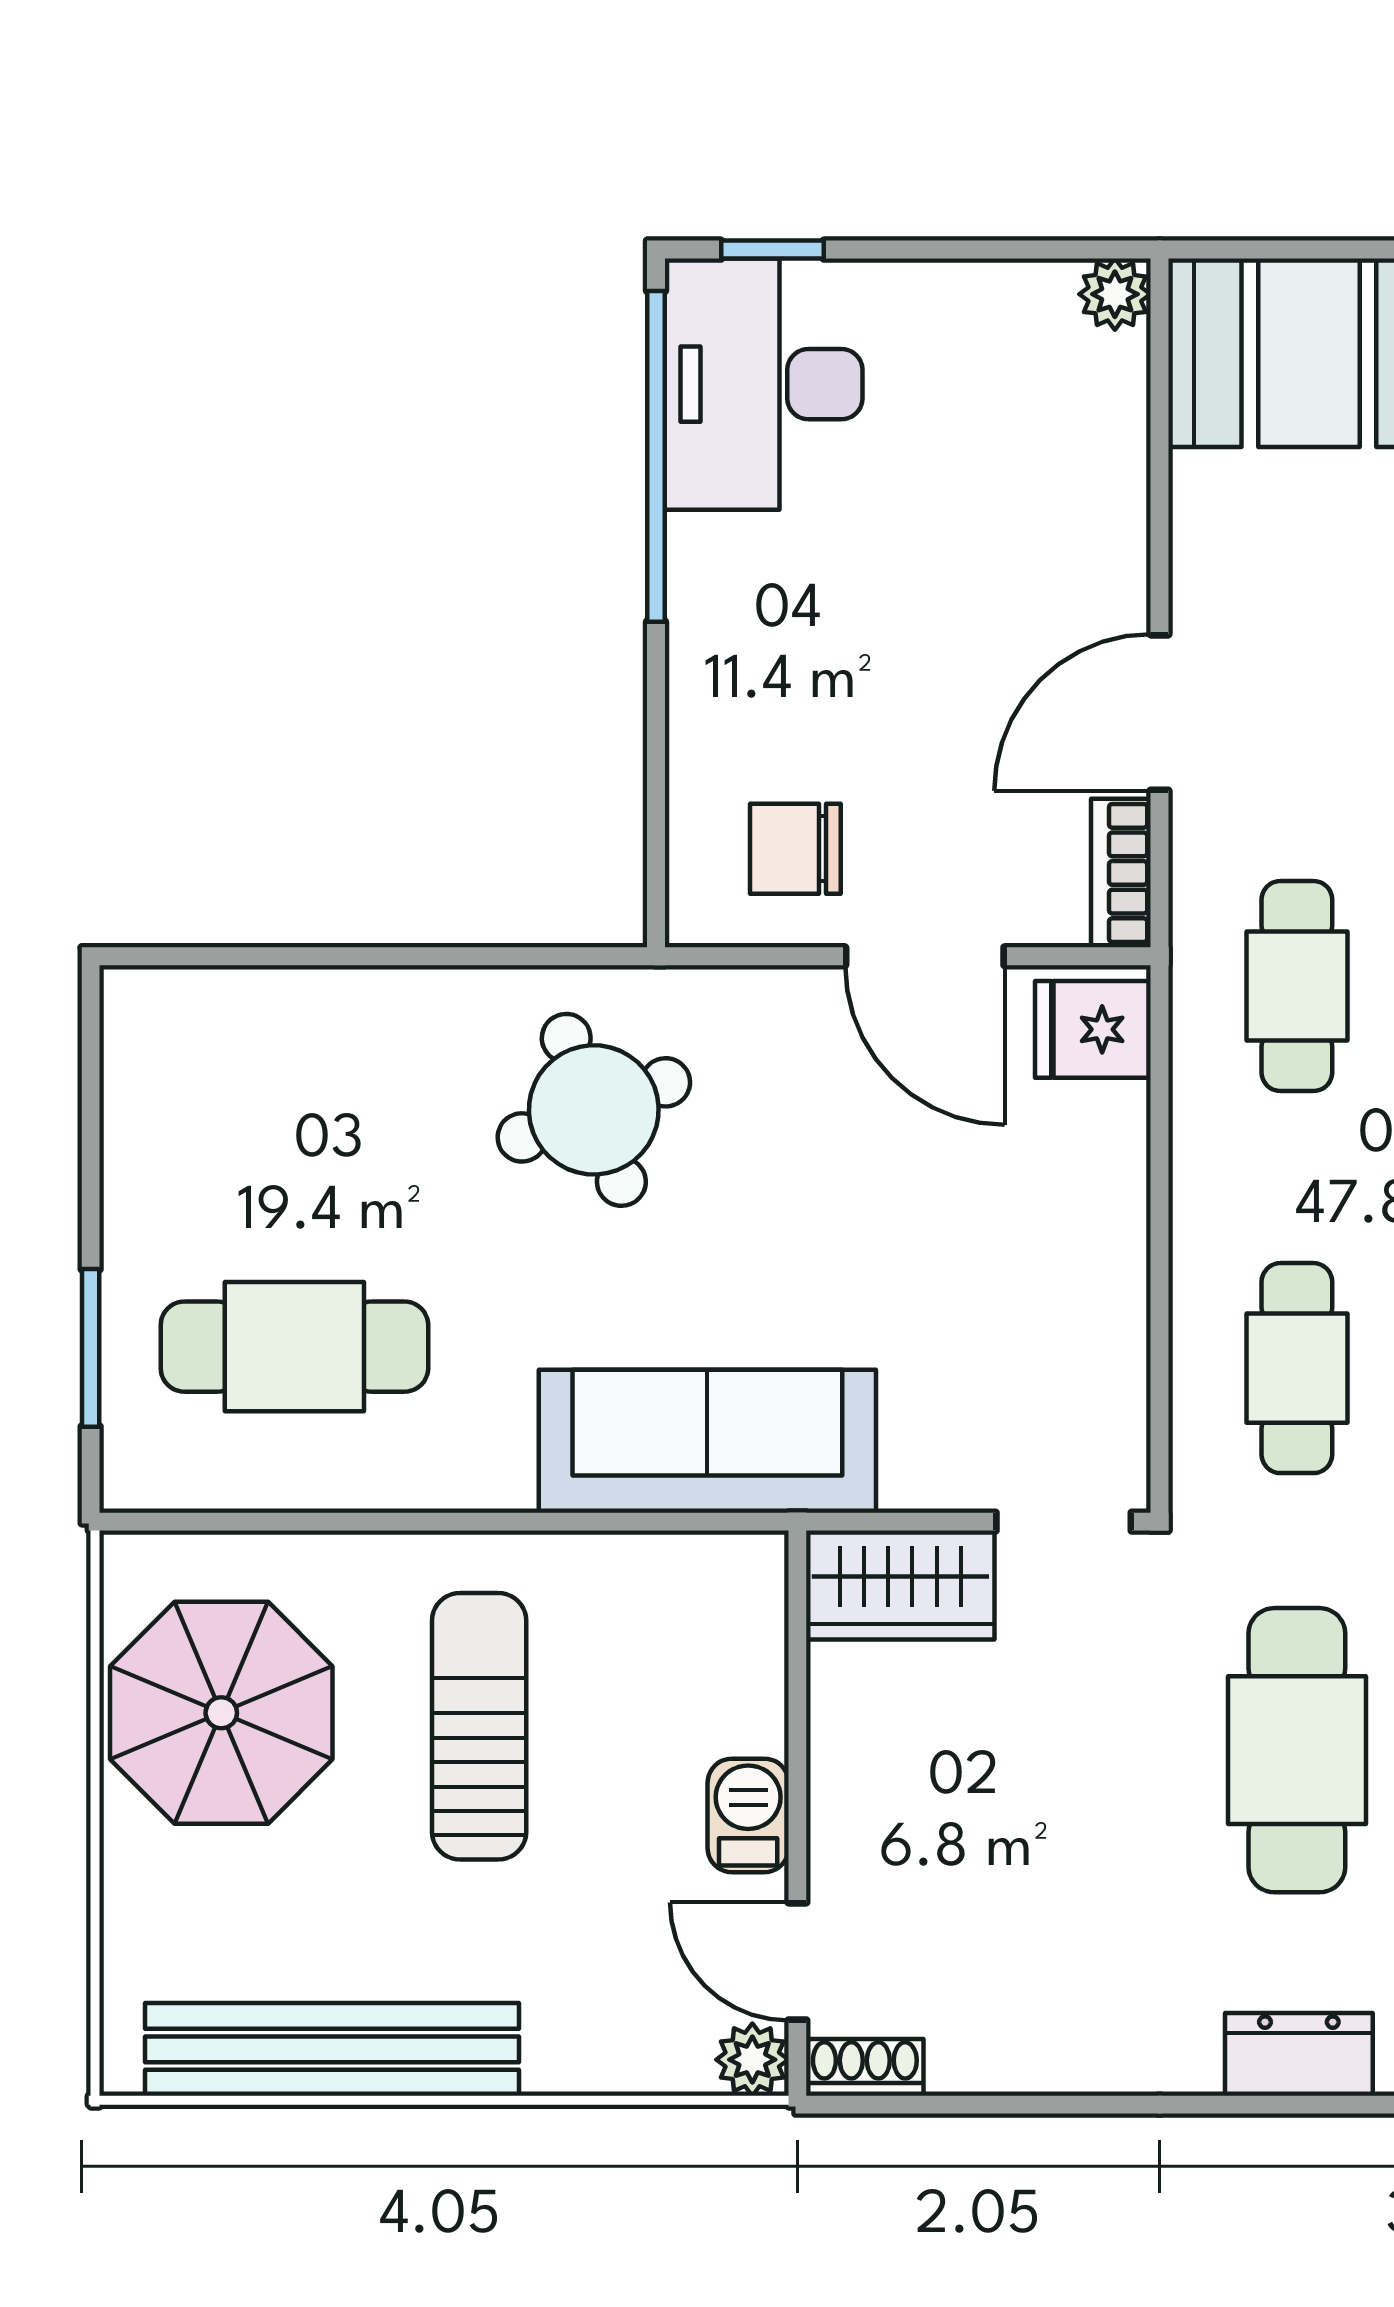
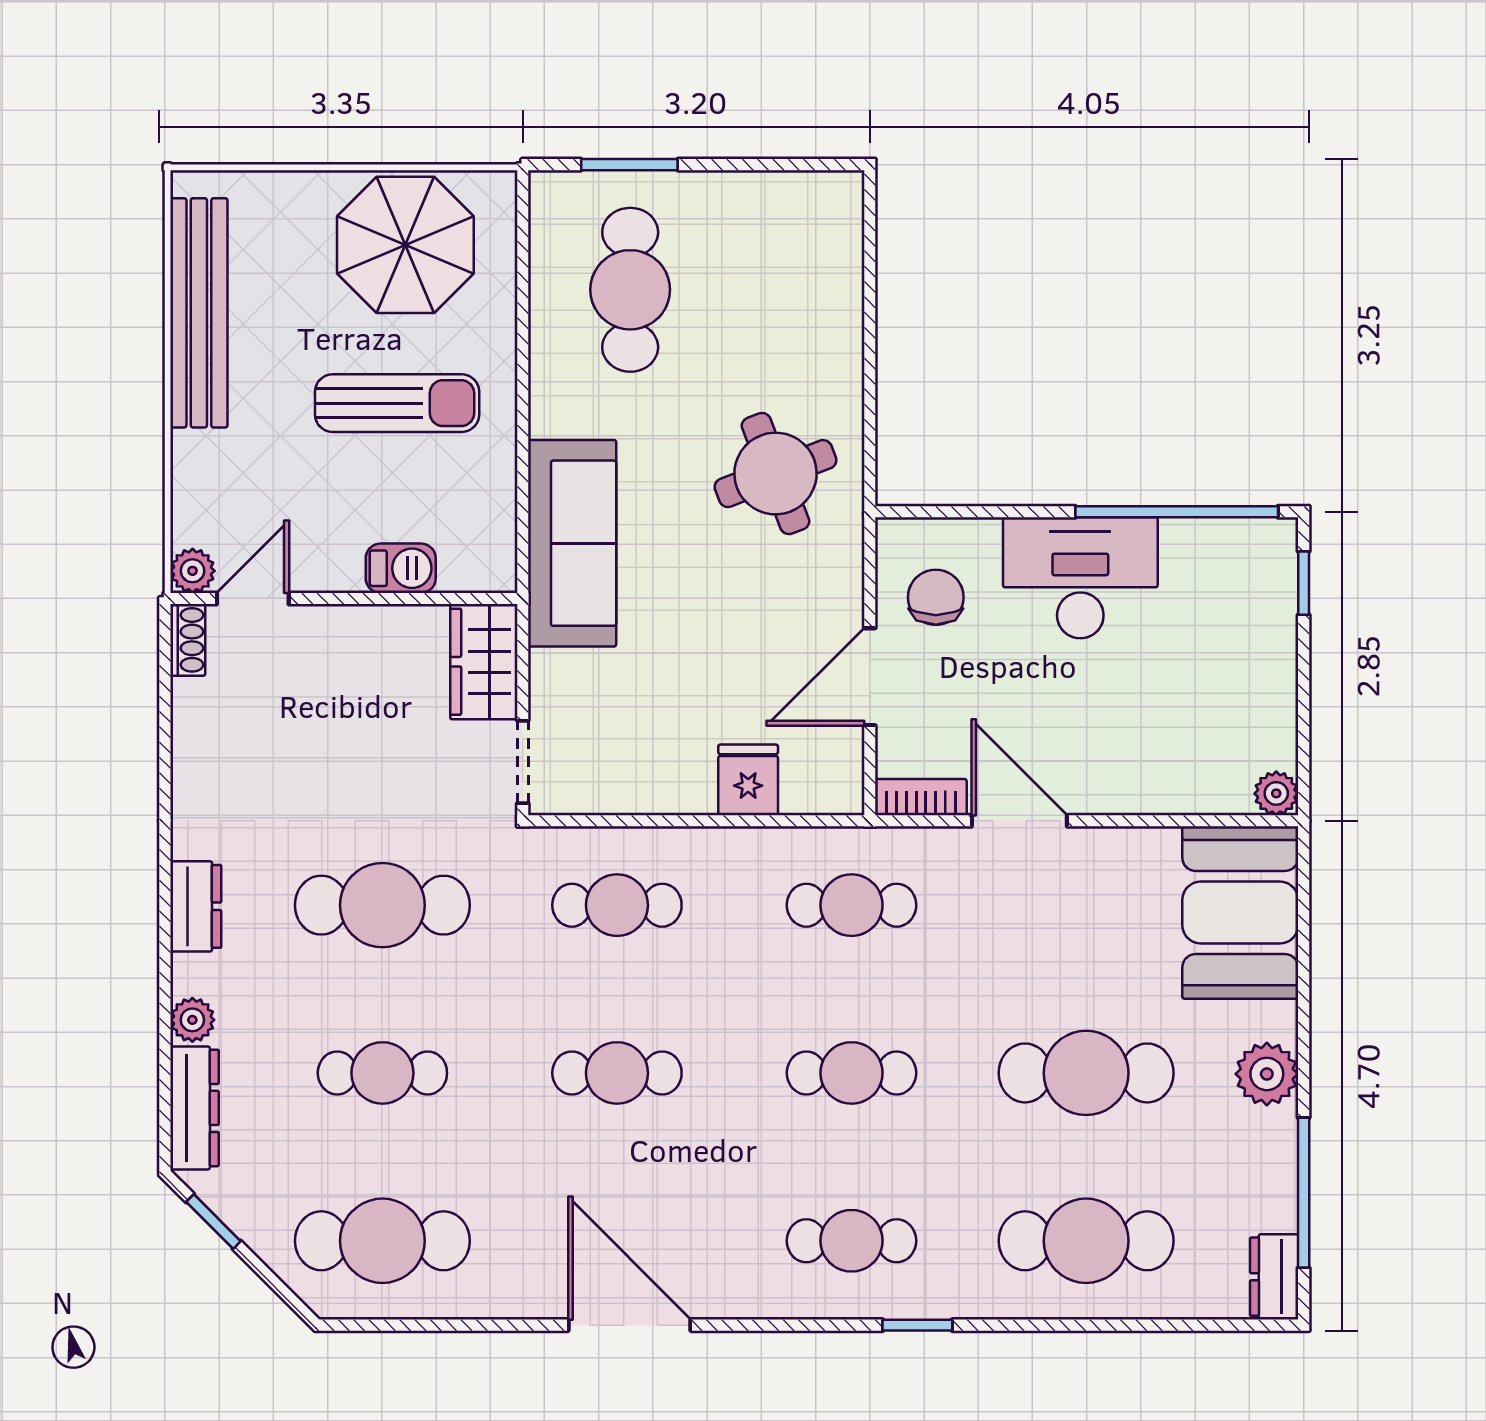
desk: (764, 384) -> (1080, 578), moved
fridge: (1093, 1029) -> (748, 780), moved
barbecue: (748, 1815) -> (401, 568), moved

